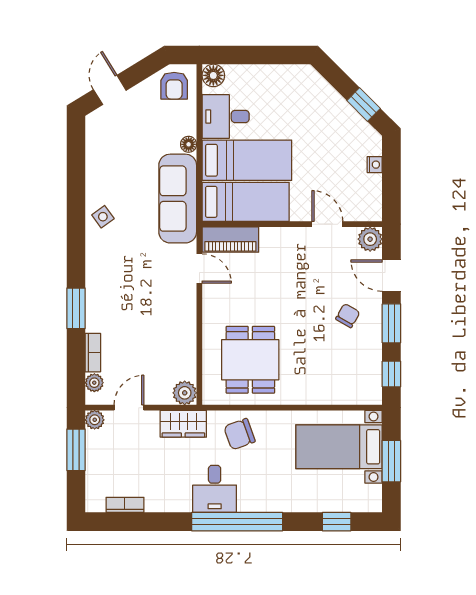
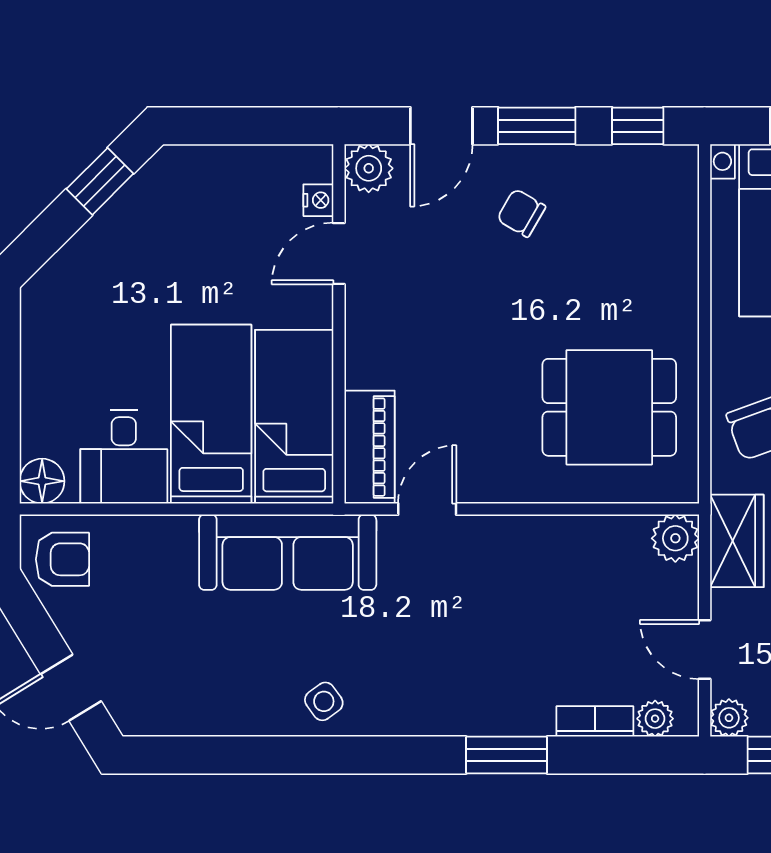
floor lamp: (189, 144) -> (179, 530), removed
nightstand: (375, 165) -> (318, 200), moved, turned 90

